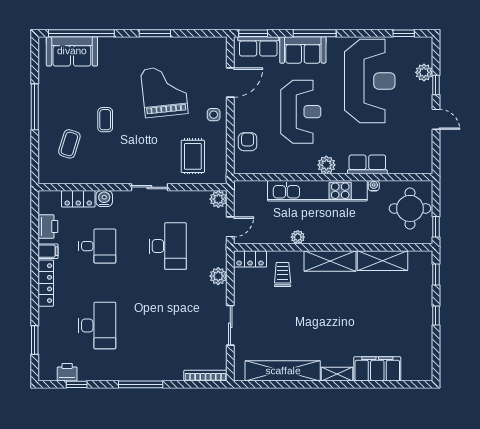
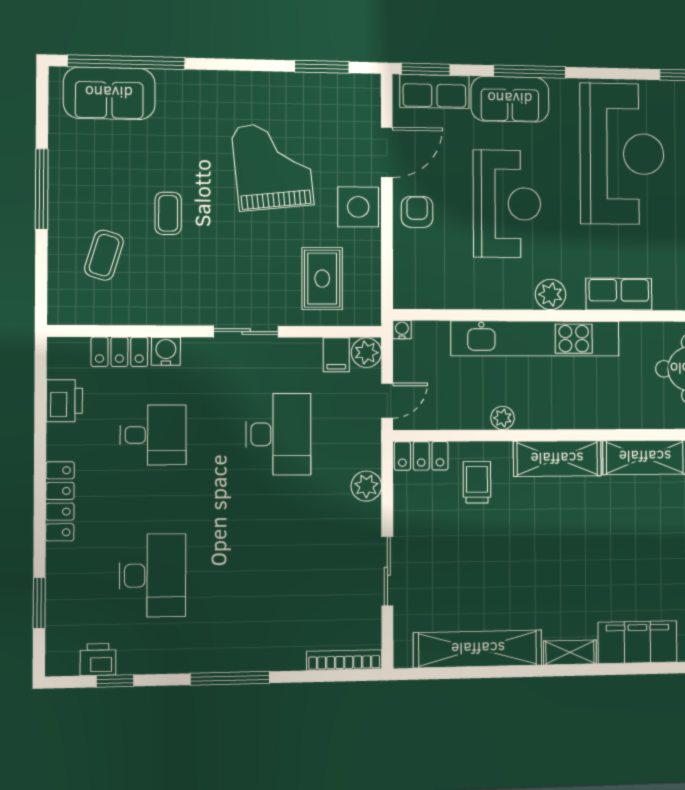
window: (155, 33) -> (322, 67), moved
side table: (214, 115) -> (358, 207), width x1.87, depth x1.87
armchair: (248, 142) -> (417, 212), moved
water cooler: (374, 186) -> (402, 330), moved
filing cabinet: (48, 251) -> (336, 355), moved, turned 90

